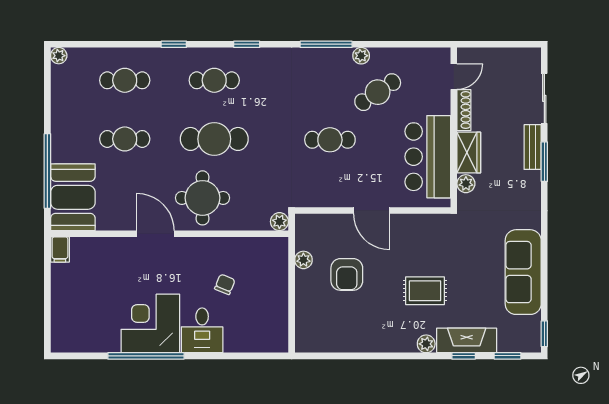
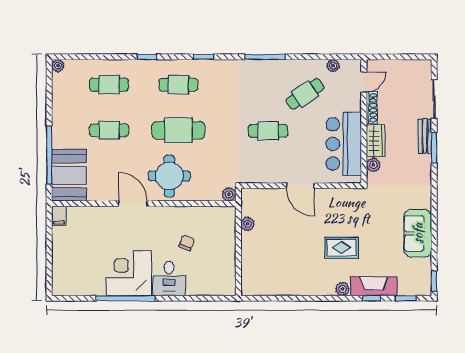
plant: (361, 56) -> (333, 66), moved
sofa: (523, 272) -> (418, 233), width x0.73
armchair: (347, 274) -> (281, 235), removed

